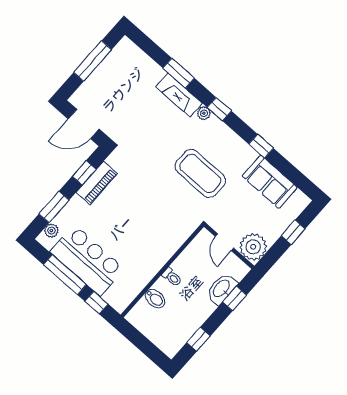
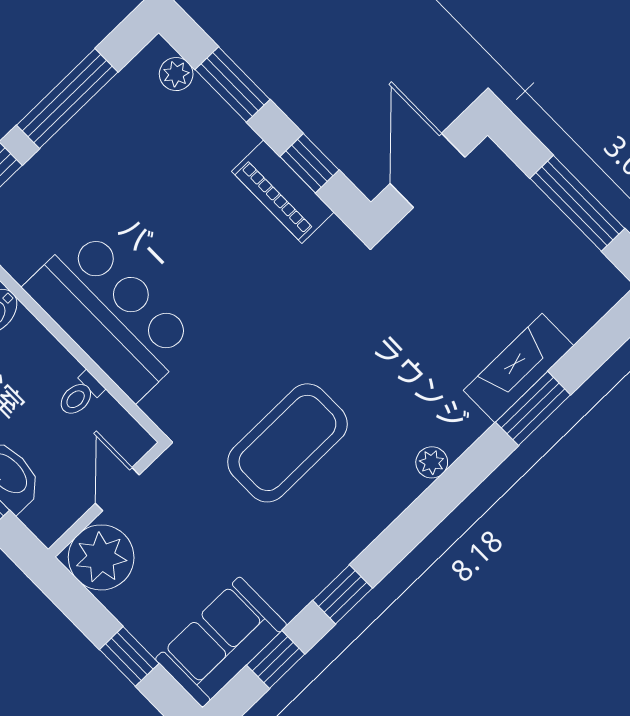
fireplace: (179, 95) -> (519, 368), moved
window: (219, 109) -> (276, 660), moved
sofa: (270, 182) -> (221, 642), moved
door: (225, 242) -> (117, 489), hinge flipped
bar counter: (87, 260) -> (111, 314), moved, turned -90
toilet: (172, 277) -> (80, 395), moved

